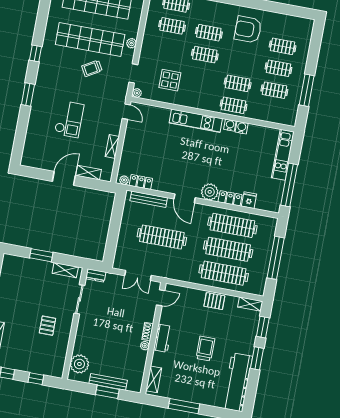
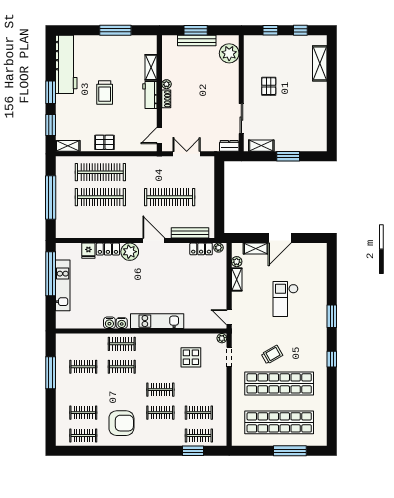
plant: (131, 43) -> (237, 262), moved
clothes rail: (278, 68) -> (83, 436), moved
kitchen unit: (283, 155) -> (63, 285), moved
clothes rail: (232, 225) -> (100, 222), removed
shelving: (154, 379) -> (151, 67), moved

